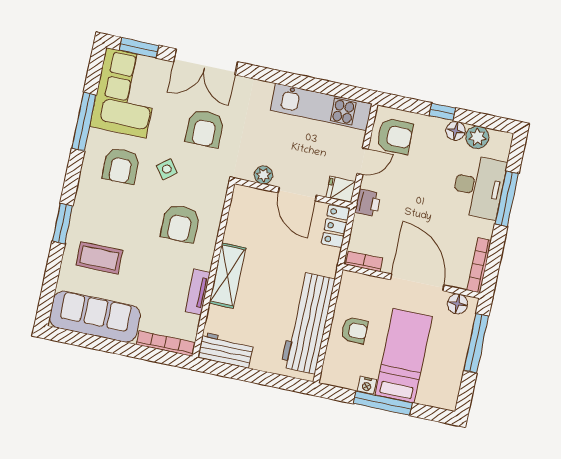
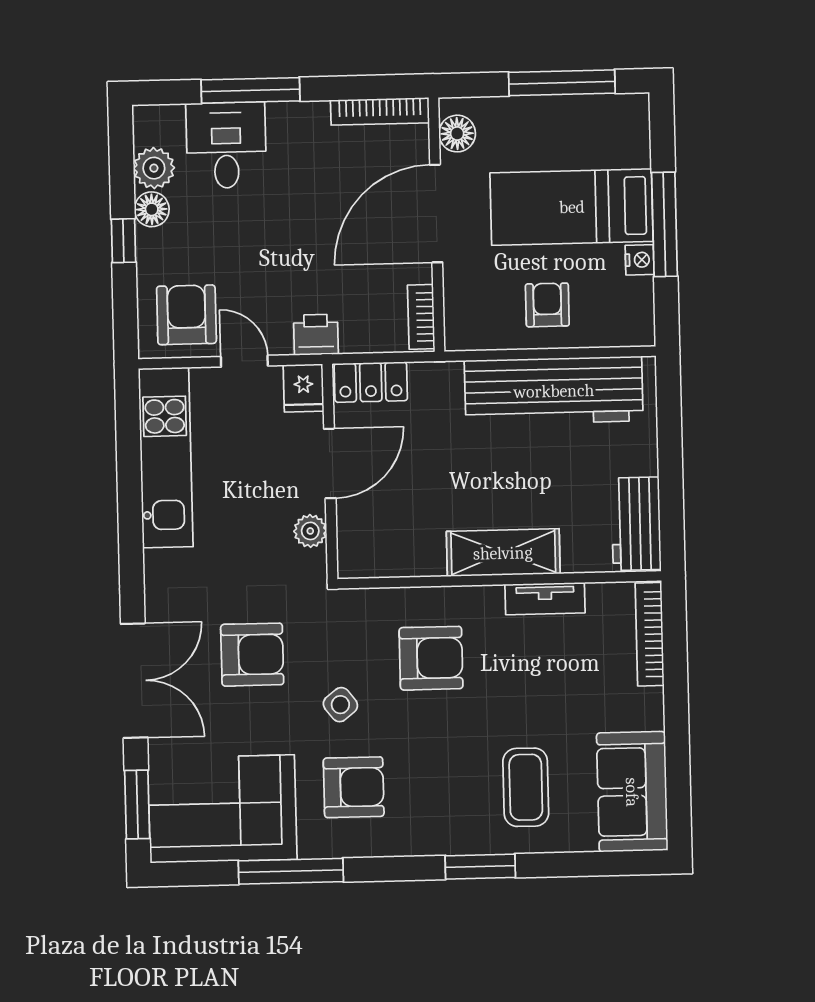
desk: (479, 187) -> (226, 145), width x0.73
sofa: (95, 317) -> (632, 792), width x0.73
window: (476, 343) -> (562, 83), moved

